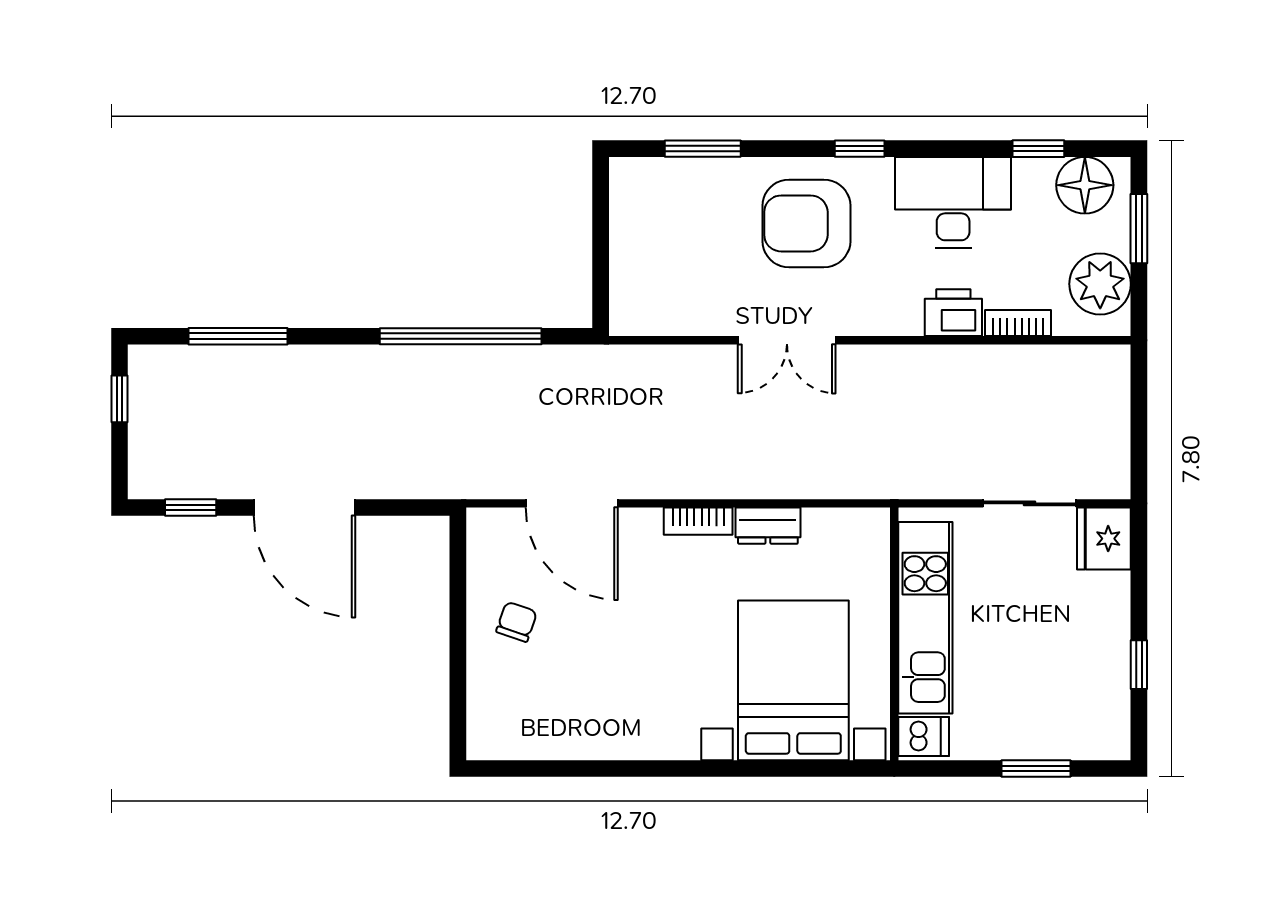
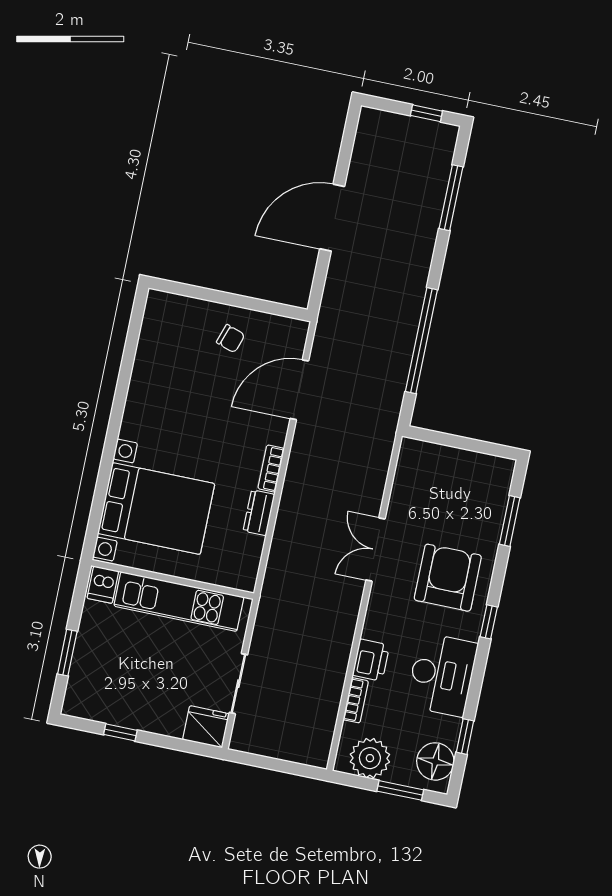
window: (191, 507) -> (347, 144), removed

